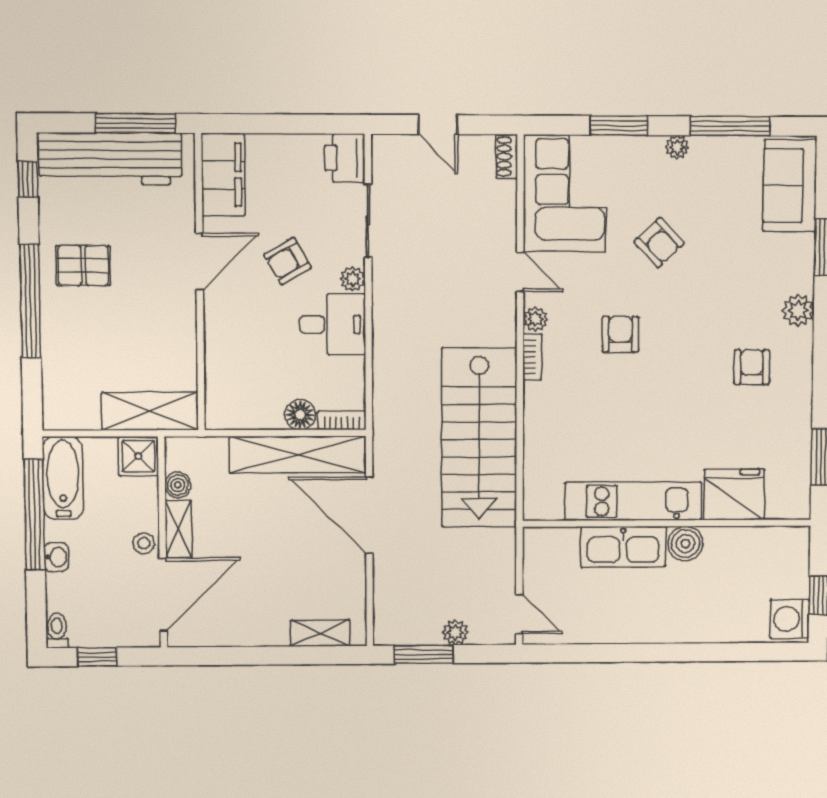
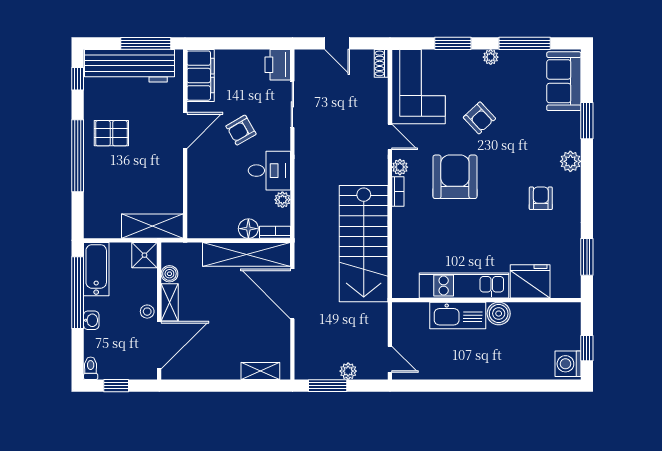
plant: (353, 279) -> (282, 200), moved
armchair: (620, 334) -> (455, 177), width x1.88, depth x1.88

